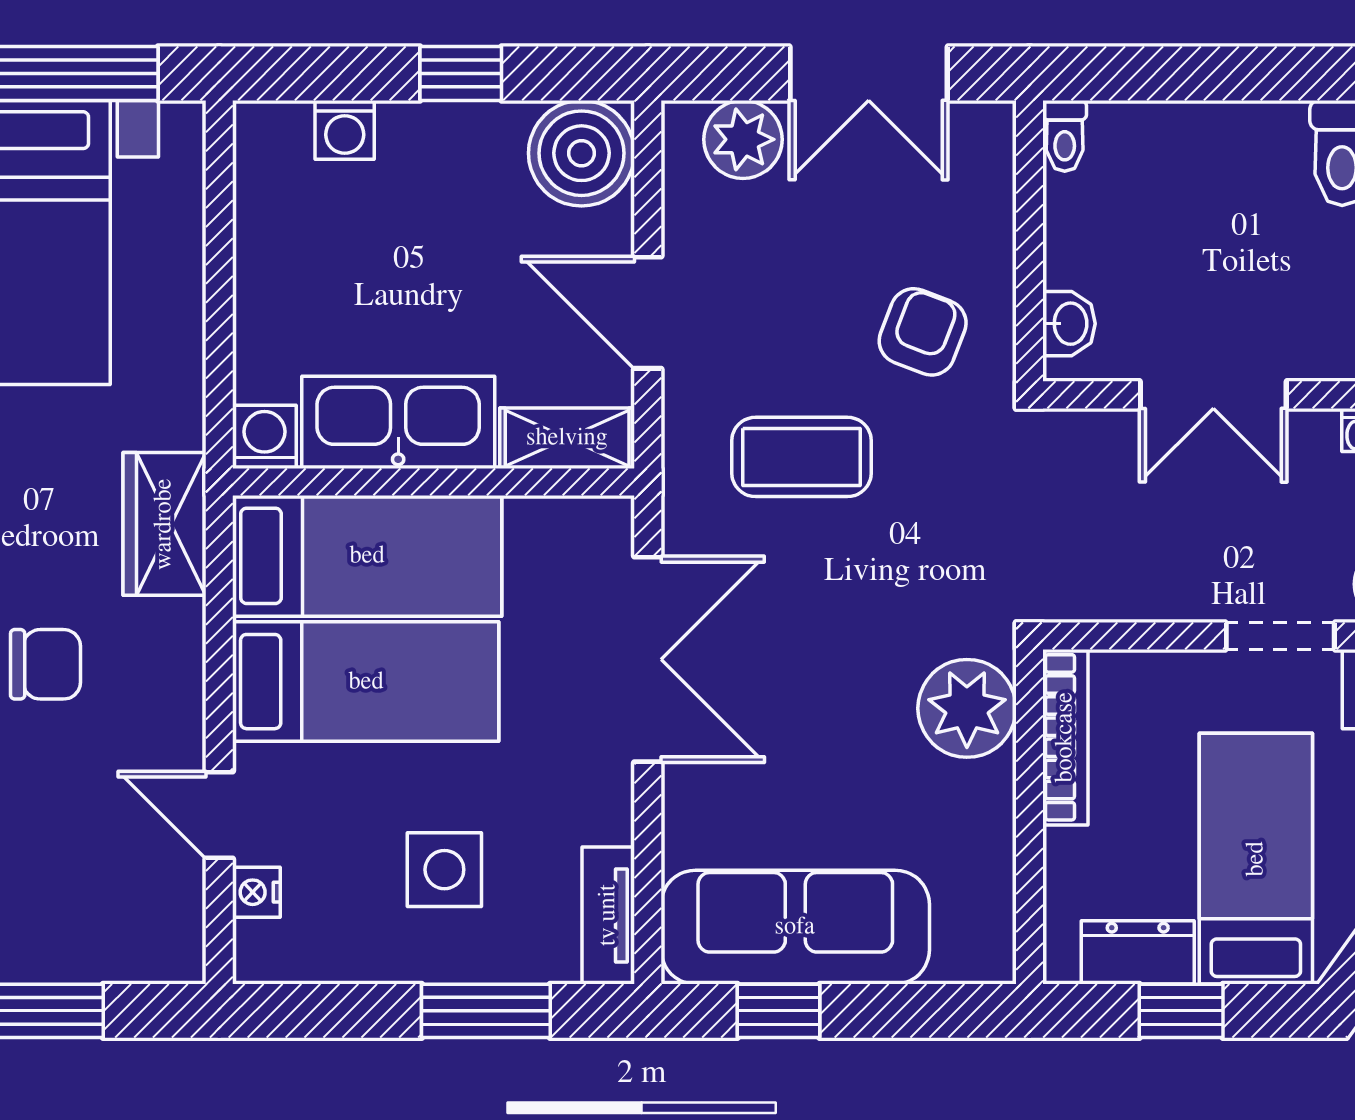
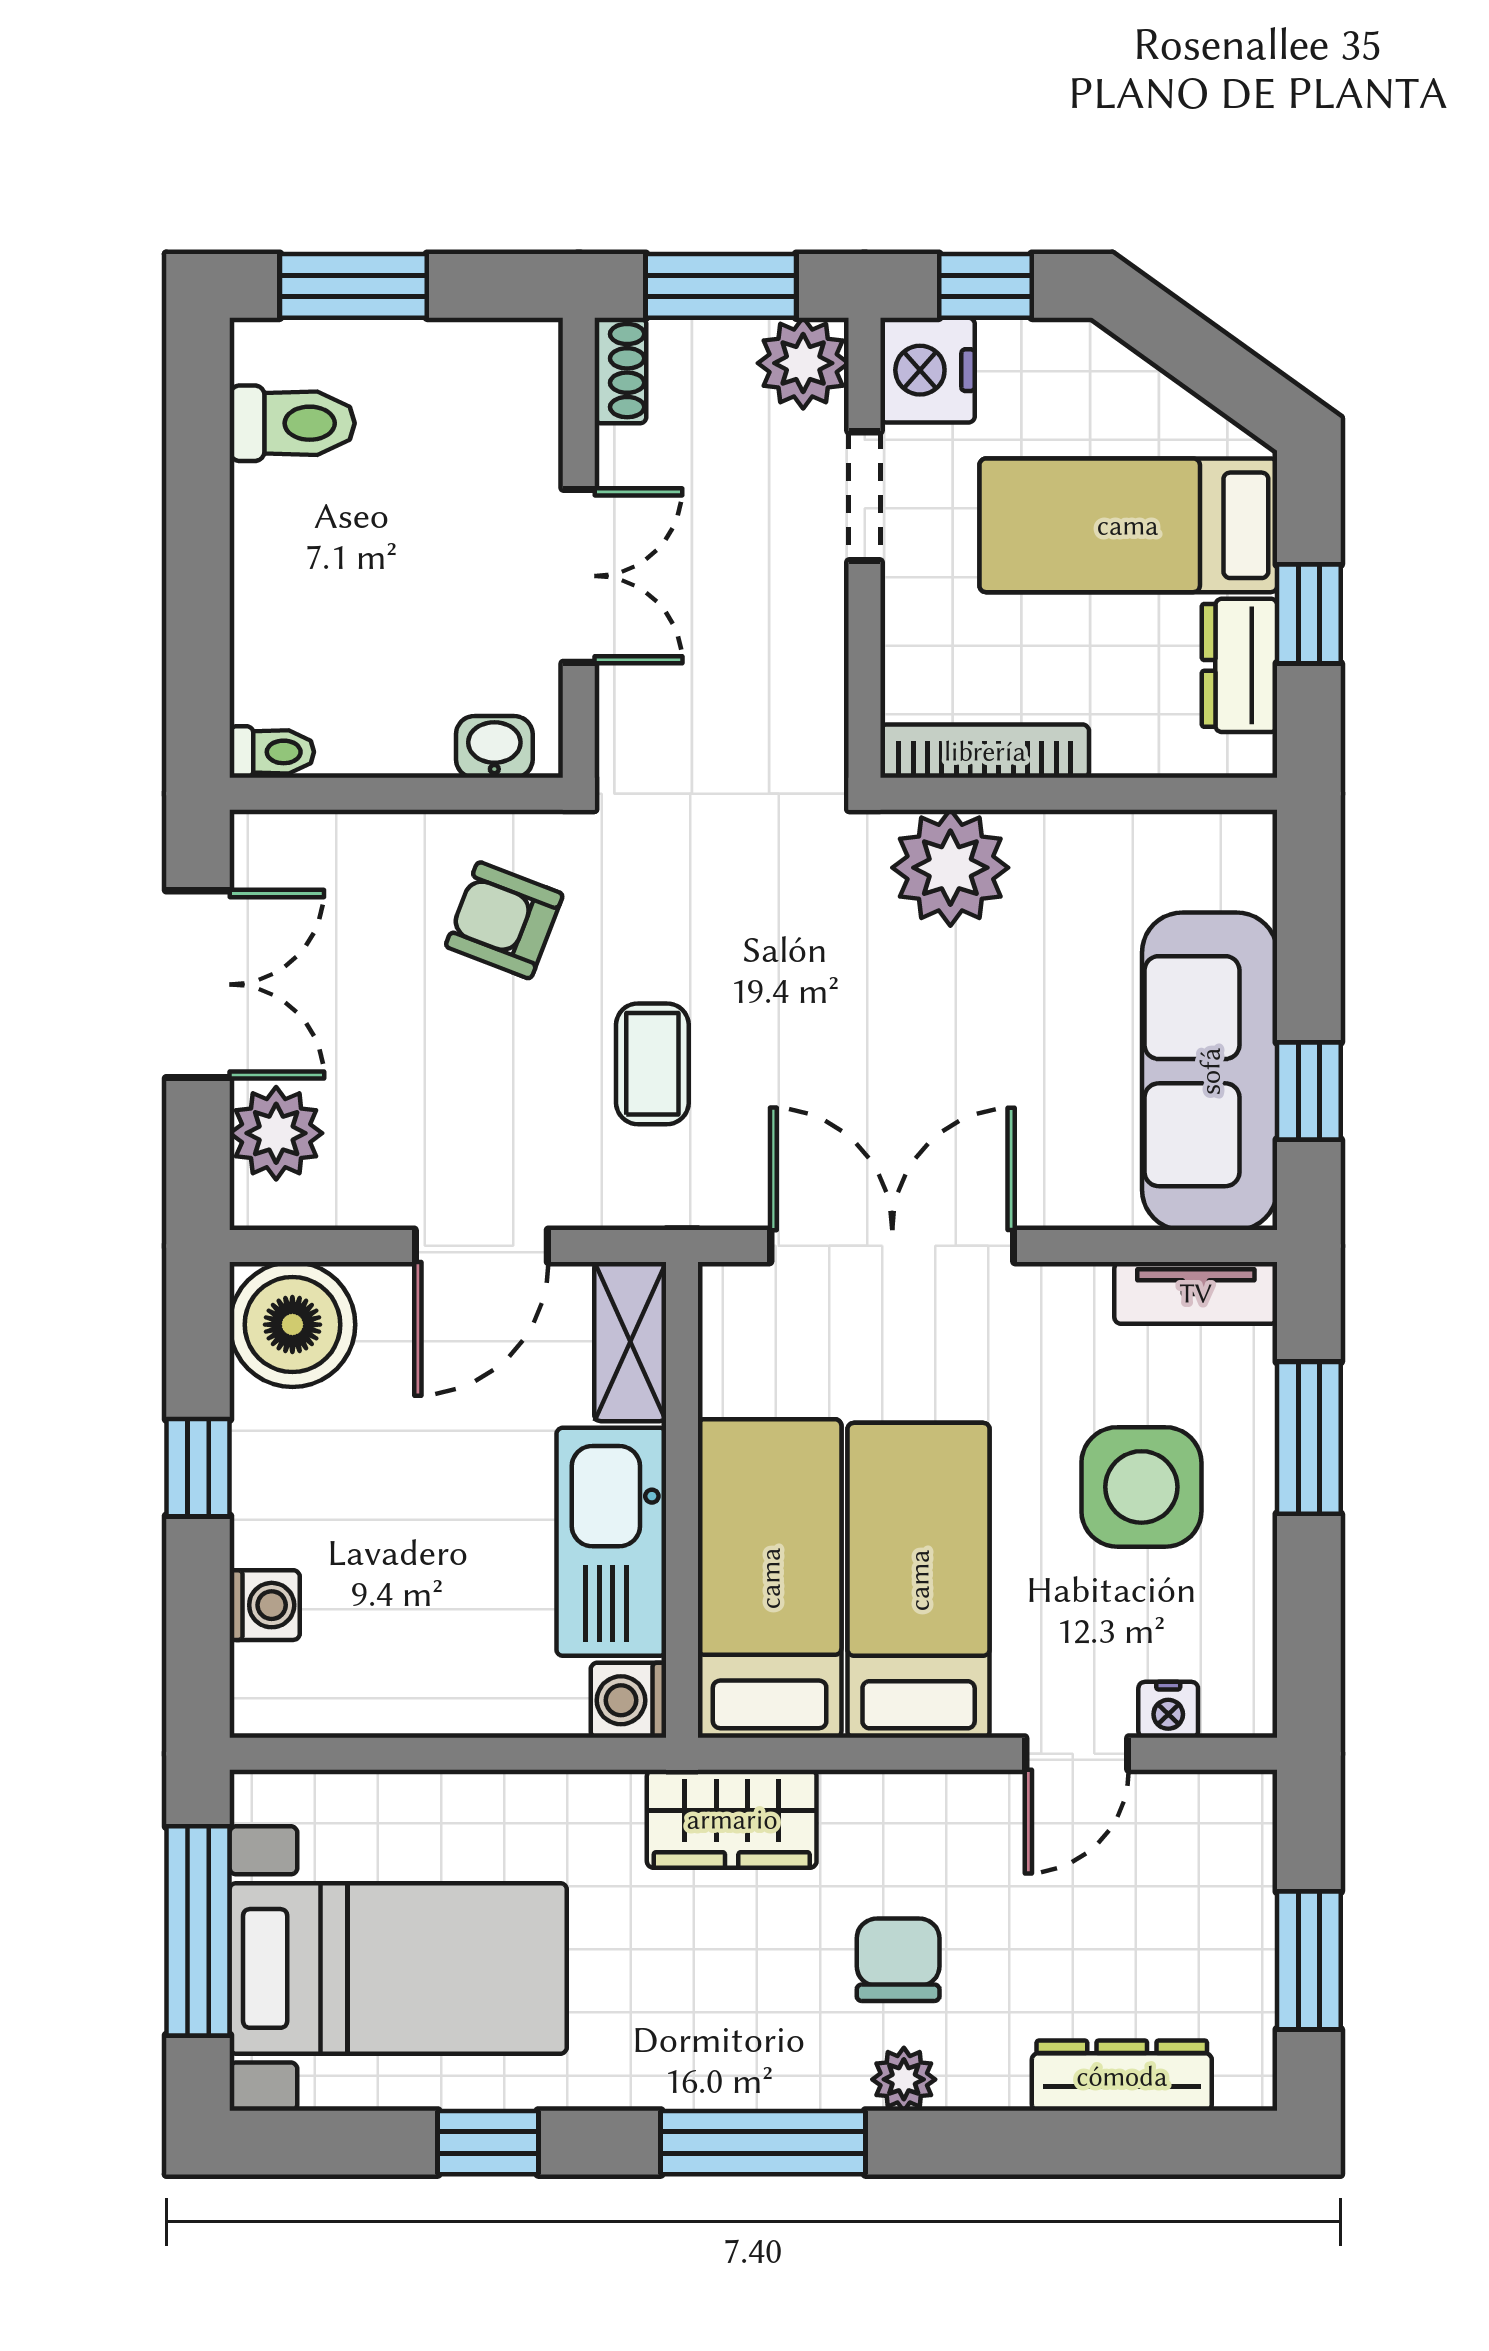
coffee table: (801, 457) -> (652, 1064), width x0.73, depth x0.77
side table: (444, 870) -> (1141, 1487), width x1.37, depth x1.37

